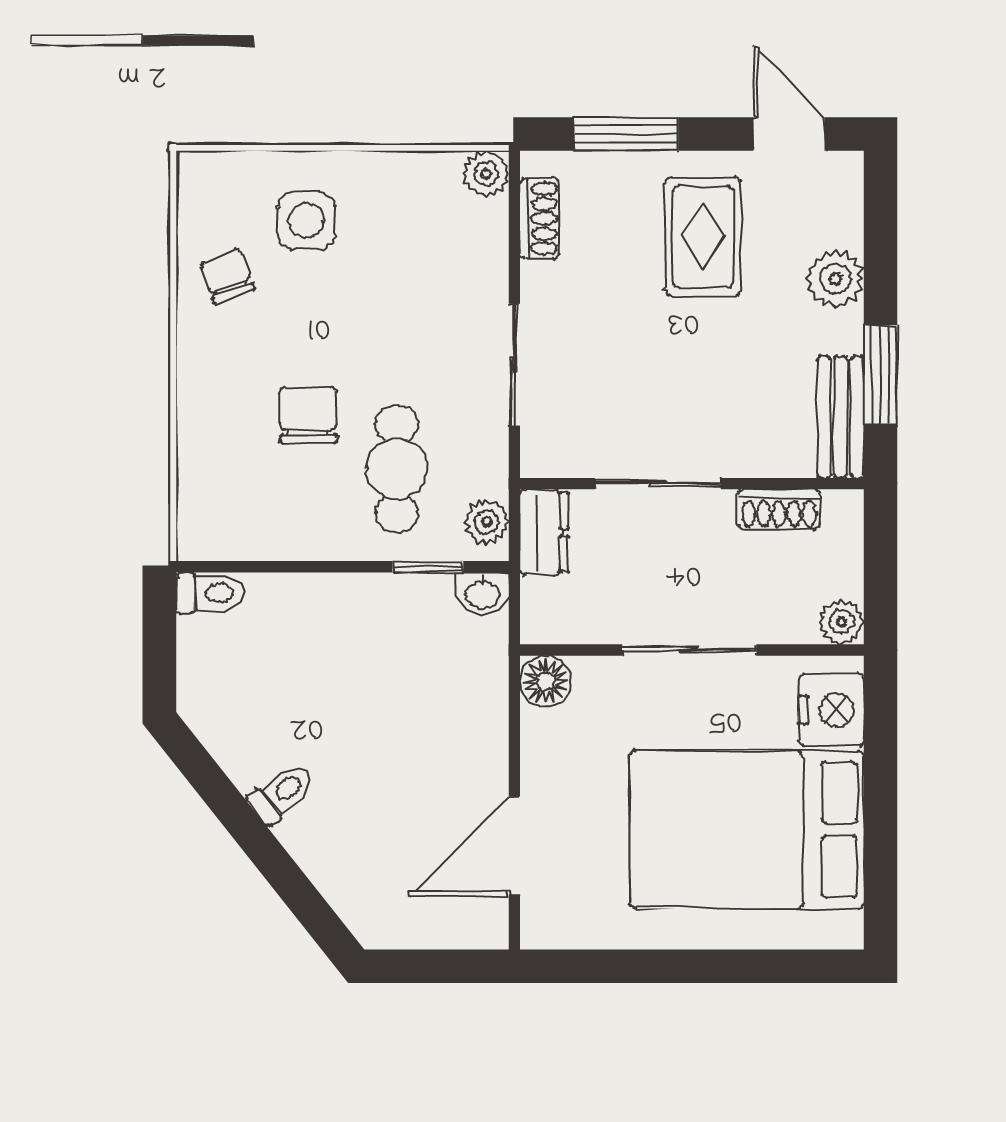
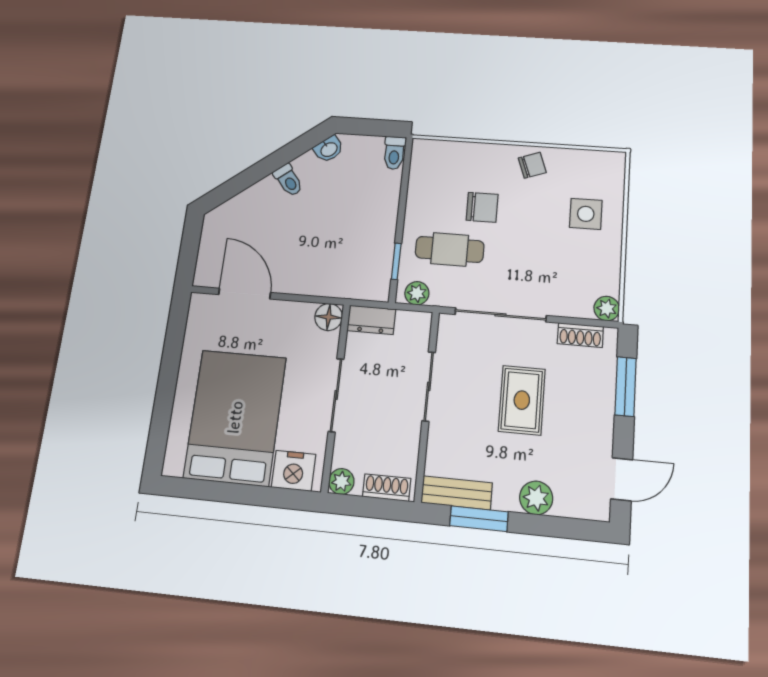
rug: (703, 237) -> (522, 400), moved, turned 90
chair: (227, 276) -> (532, 165), moved
sliding door: (514, 365) -> (500, 315), width x1.37
shoe rack: (779, 509) -> (387, 488), moved, turned 90
dresser: (544, 532) -> (371, 320), moved
washbasin: (483, 594) -> (329, 149), moved, turned -128

